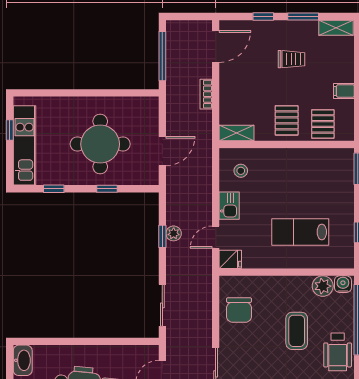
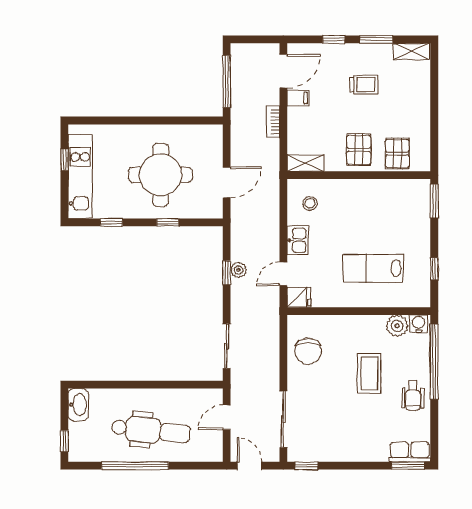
filing cabinet: (344, 91) -> (298, 98), moved, turned 180
wheelchair: (338, 352) -> (413, 396), width x0.73, depth x0.73

